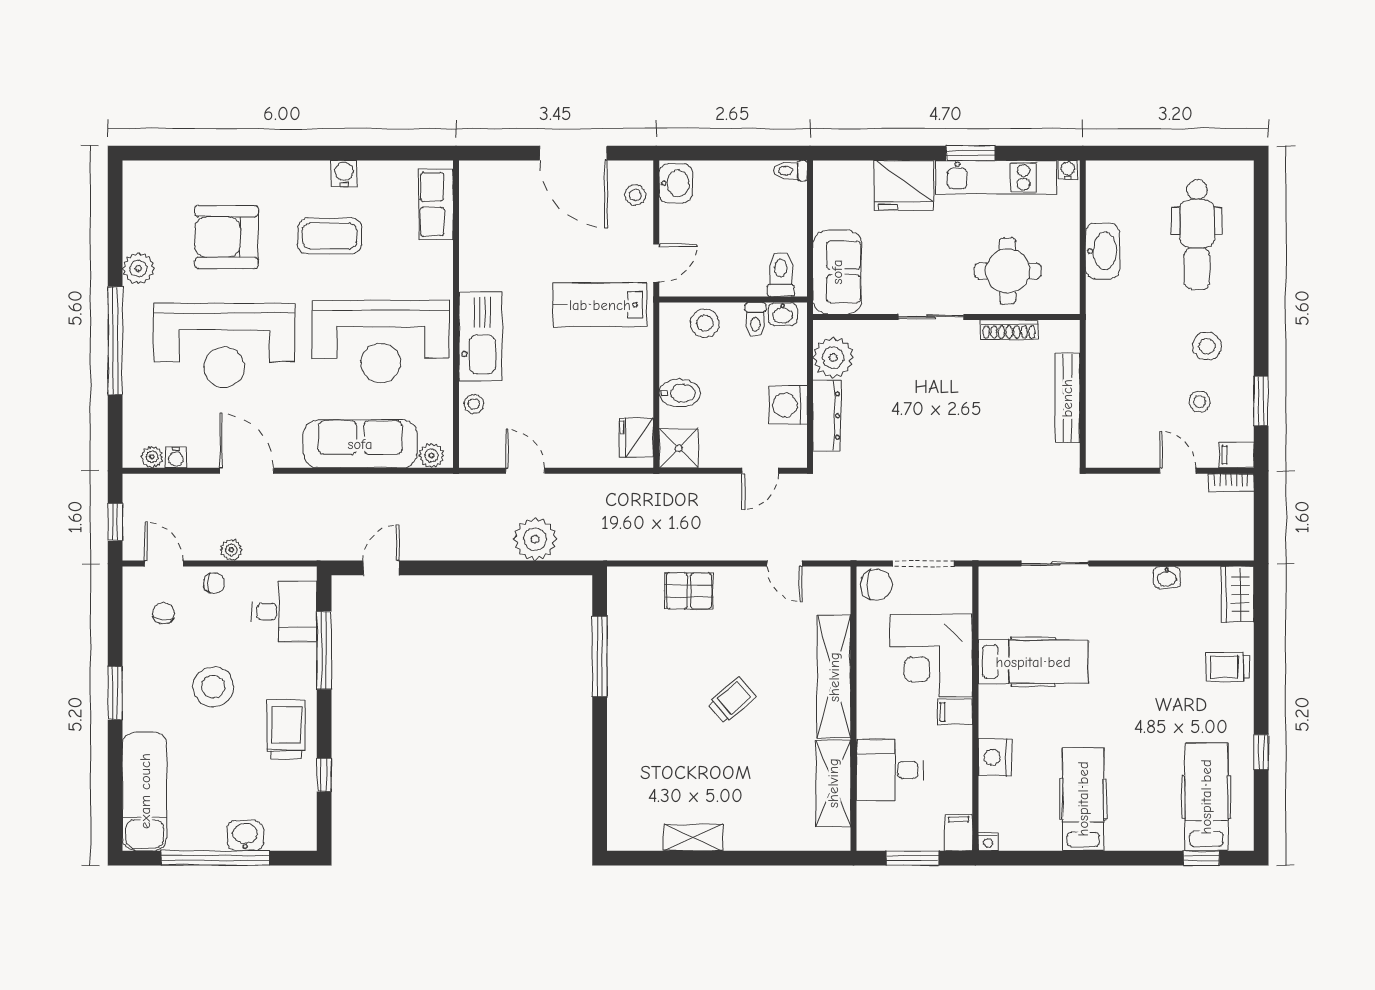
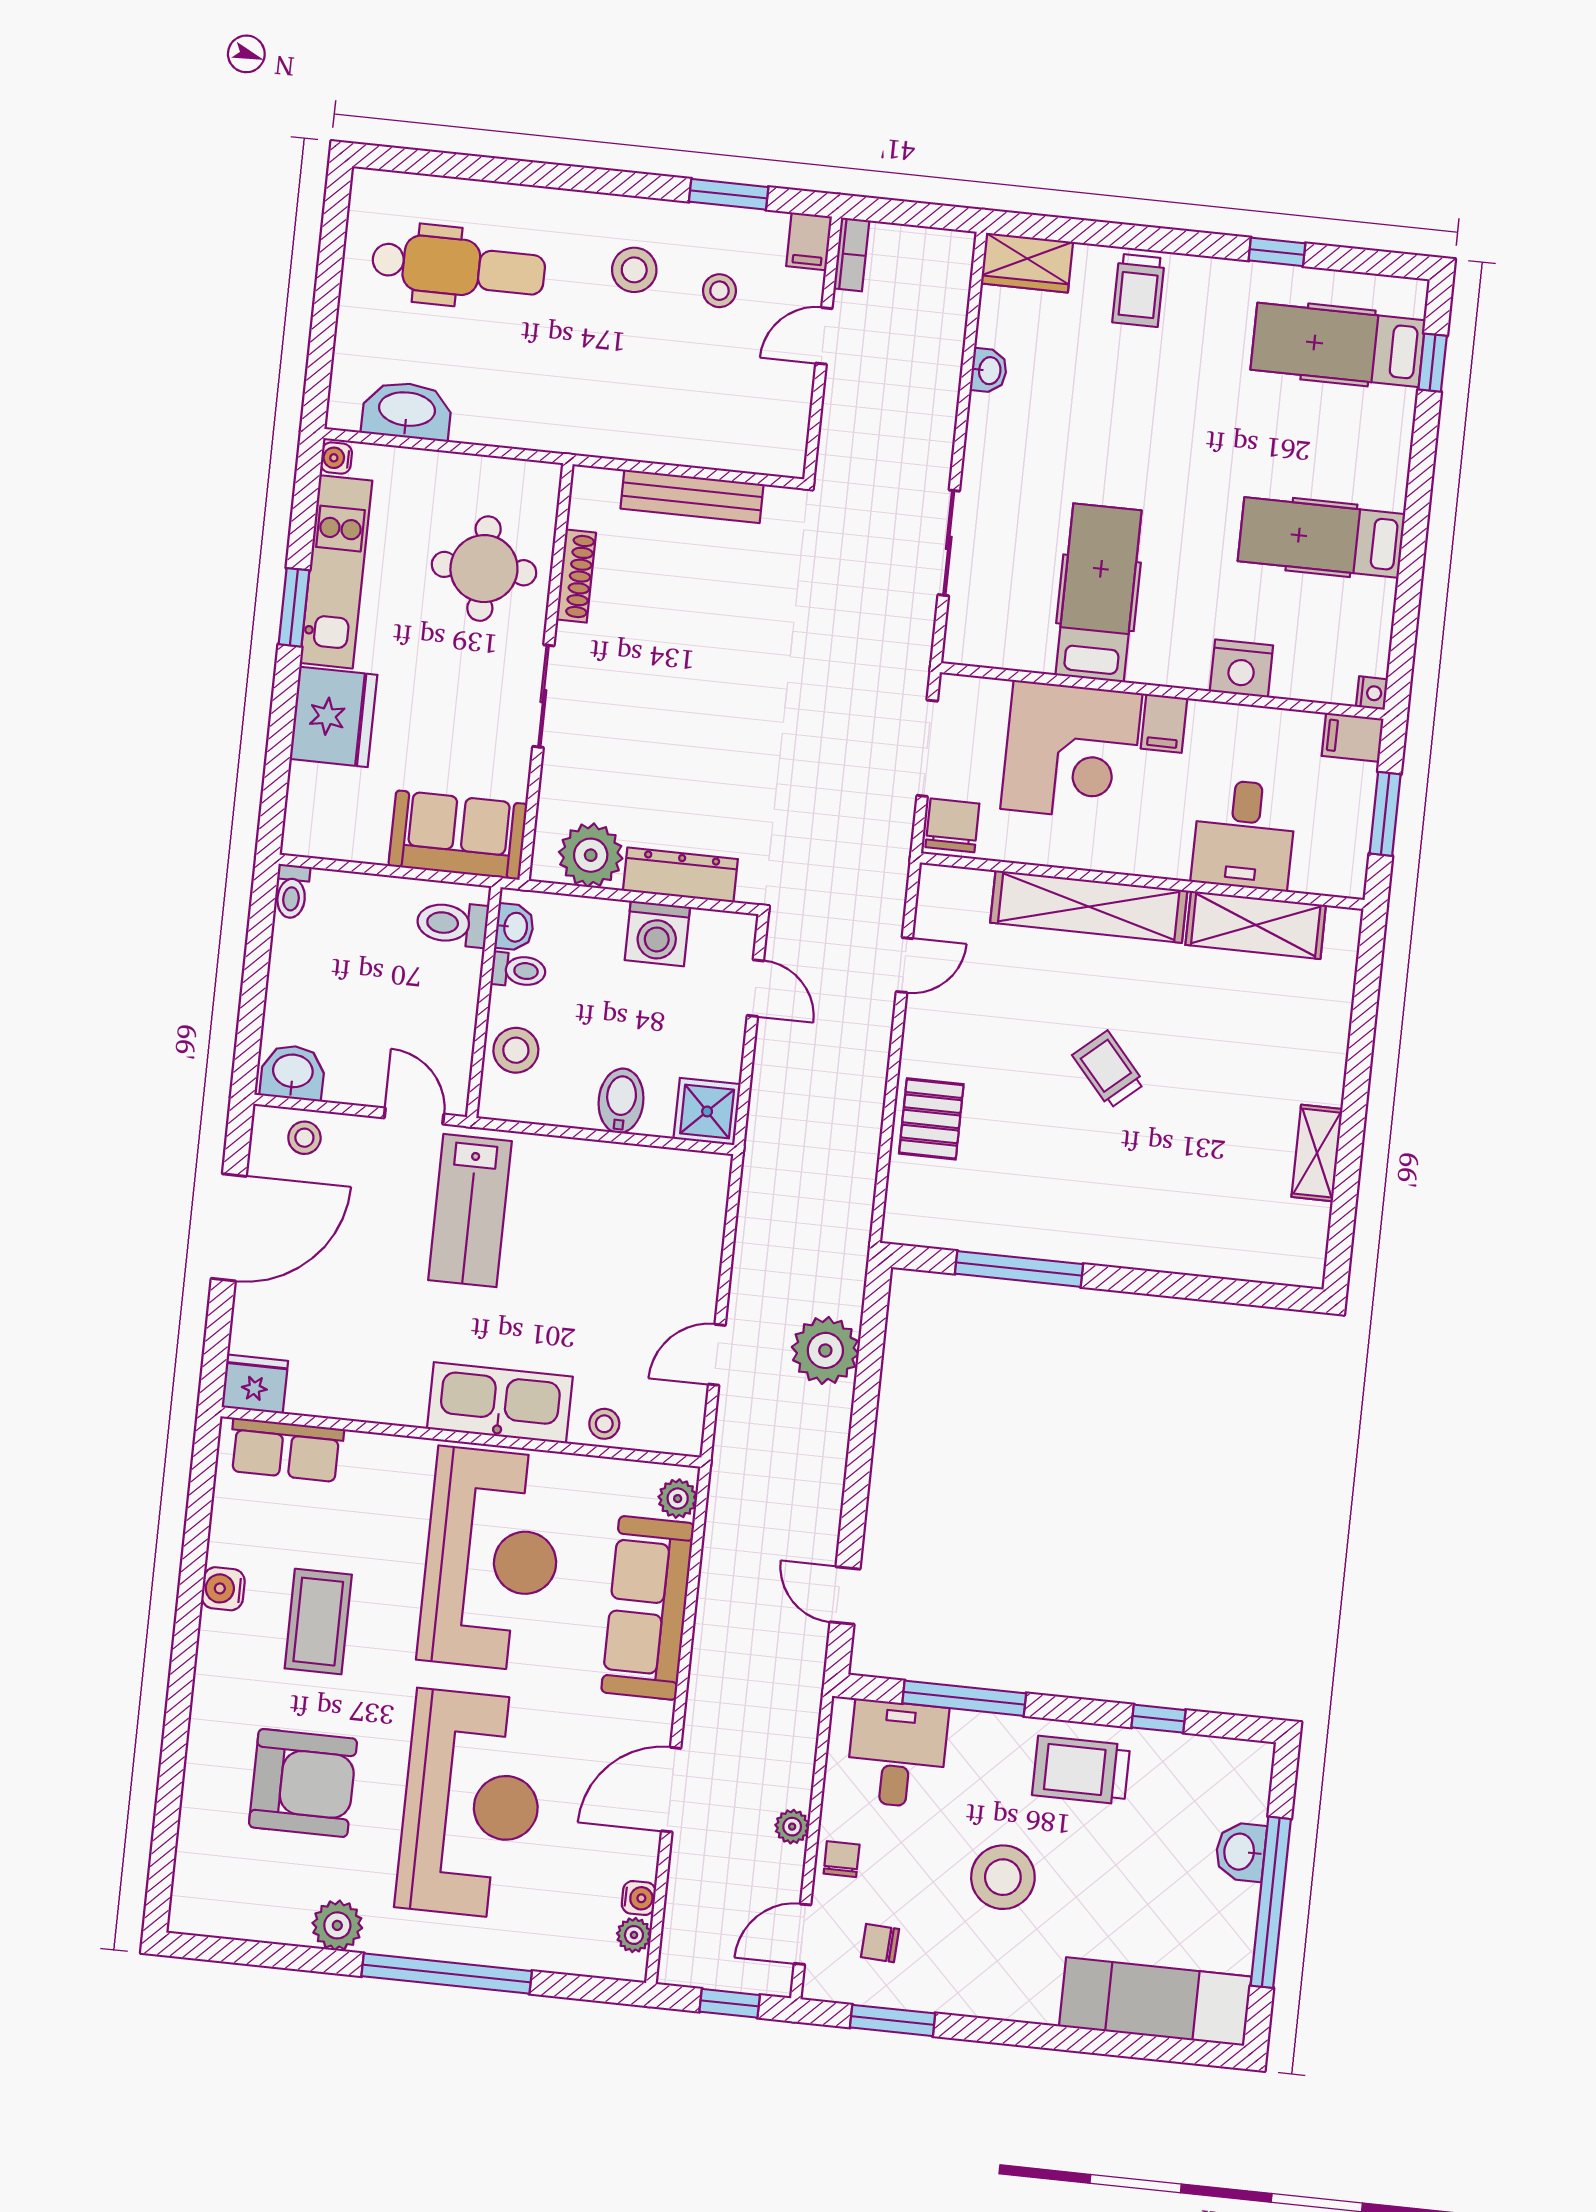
armchair: (226, 237) -> (303, 1783), turned -90
washbasin: (1103, 251) -> (407, 411), moved
fridge: (636, 438) -> (255, 1384), moved, turned 180
window: (115, 693) -> (893, 2020), moved

